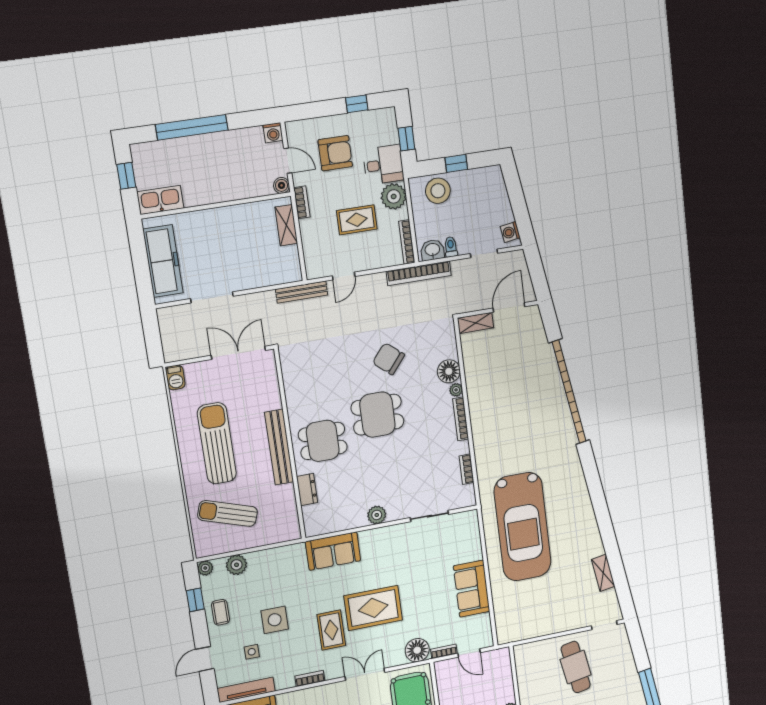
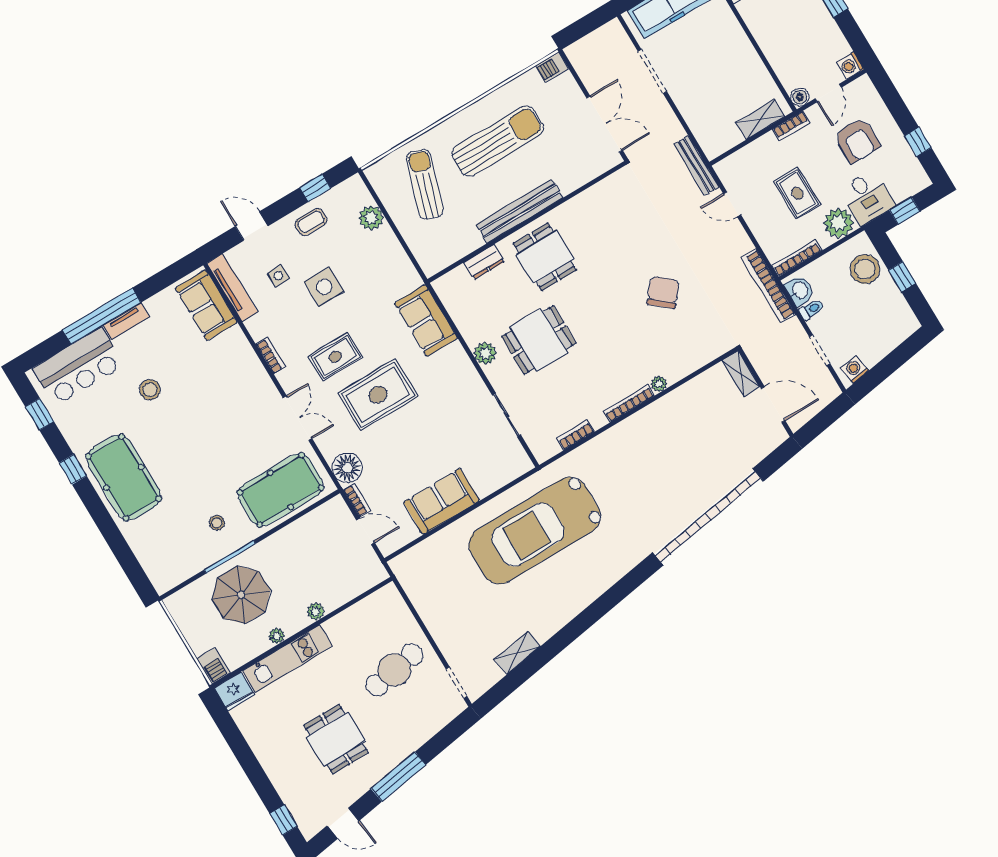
floor lamp: (449, 371) -> (676, 367), removed
dining table: (377, 415) -> (539, 340), moved, turned 90
plant: (205, 568) -> (355, 184), removed
rug: (373, 608) -> (378, 395), turned 90
door: (469, 653) -> (366, 531), swing flipped

